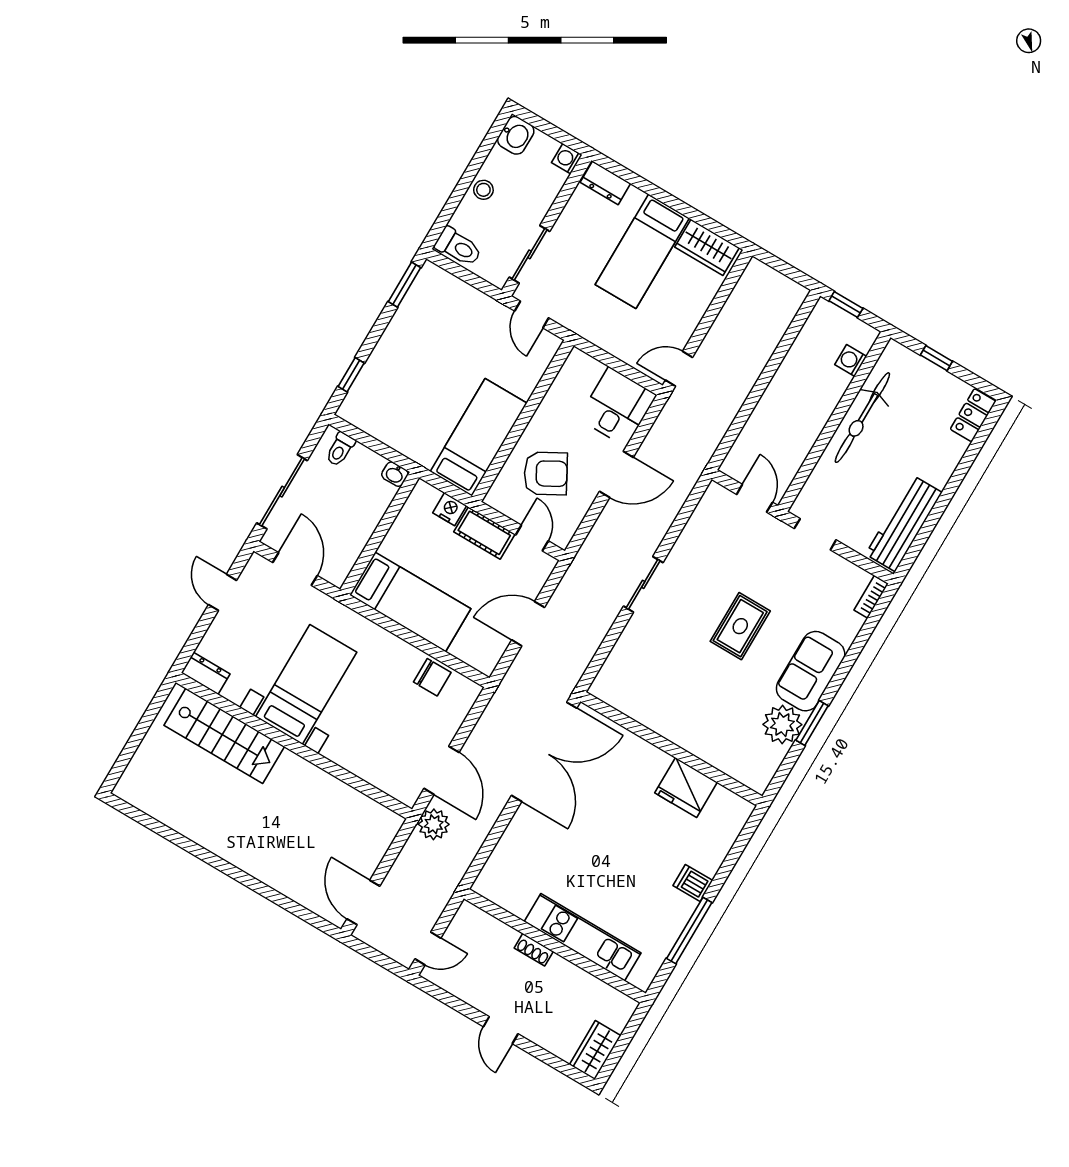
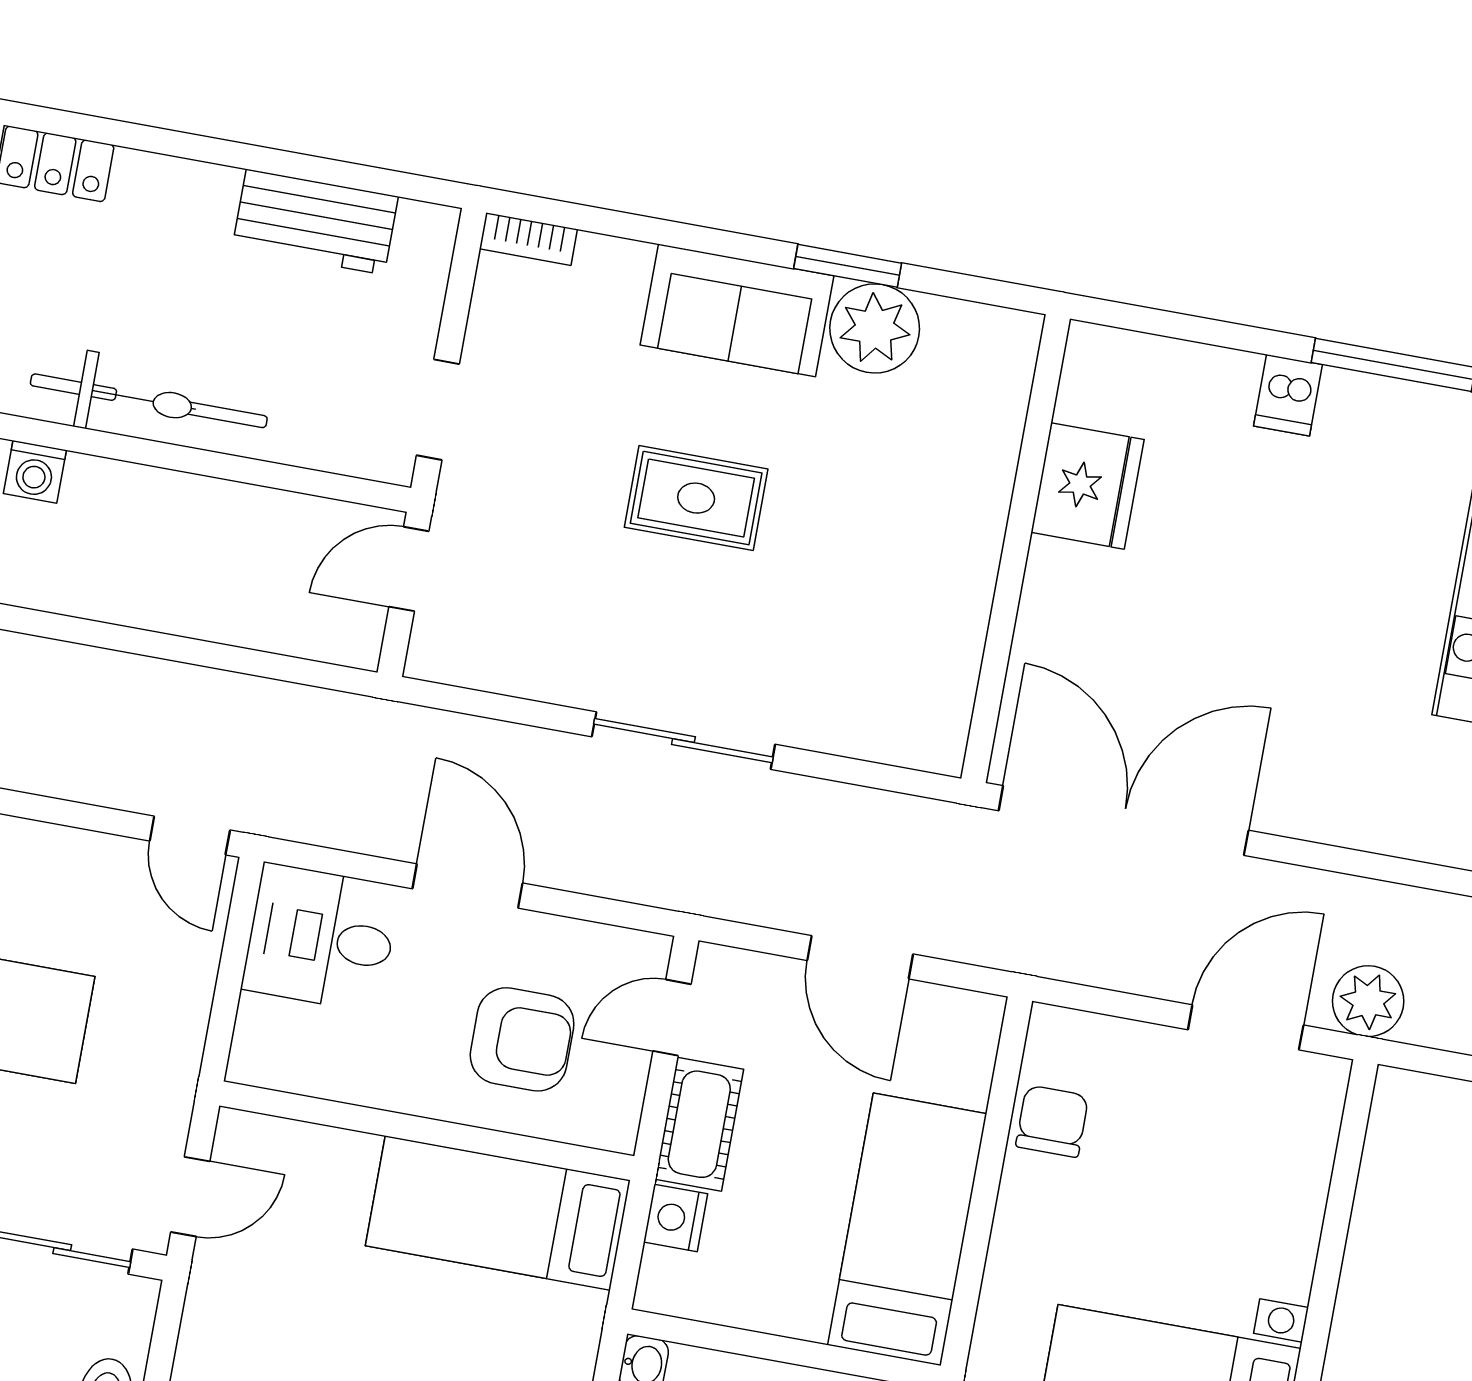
armchair: (546, 473) -> (522, 1039), turned 119
workbench: (904, 523) -> (315, 222), width x0.73
sliding door: (643, 584) -> (683, 741), width x1.37

